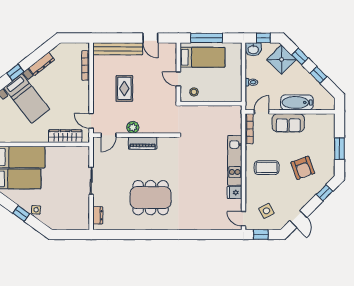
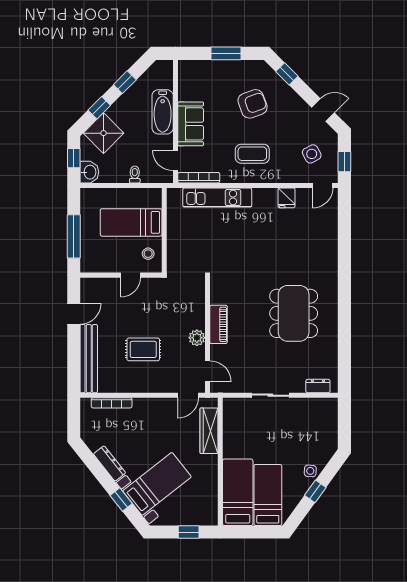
bed: (202, 57) -> (131, 222), moved, turned -90
kitchen unit: (235, 160) -> (217, 198), moved
coffee table: (267, 168) -> (252, 154), turned 90

